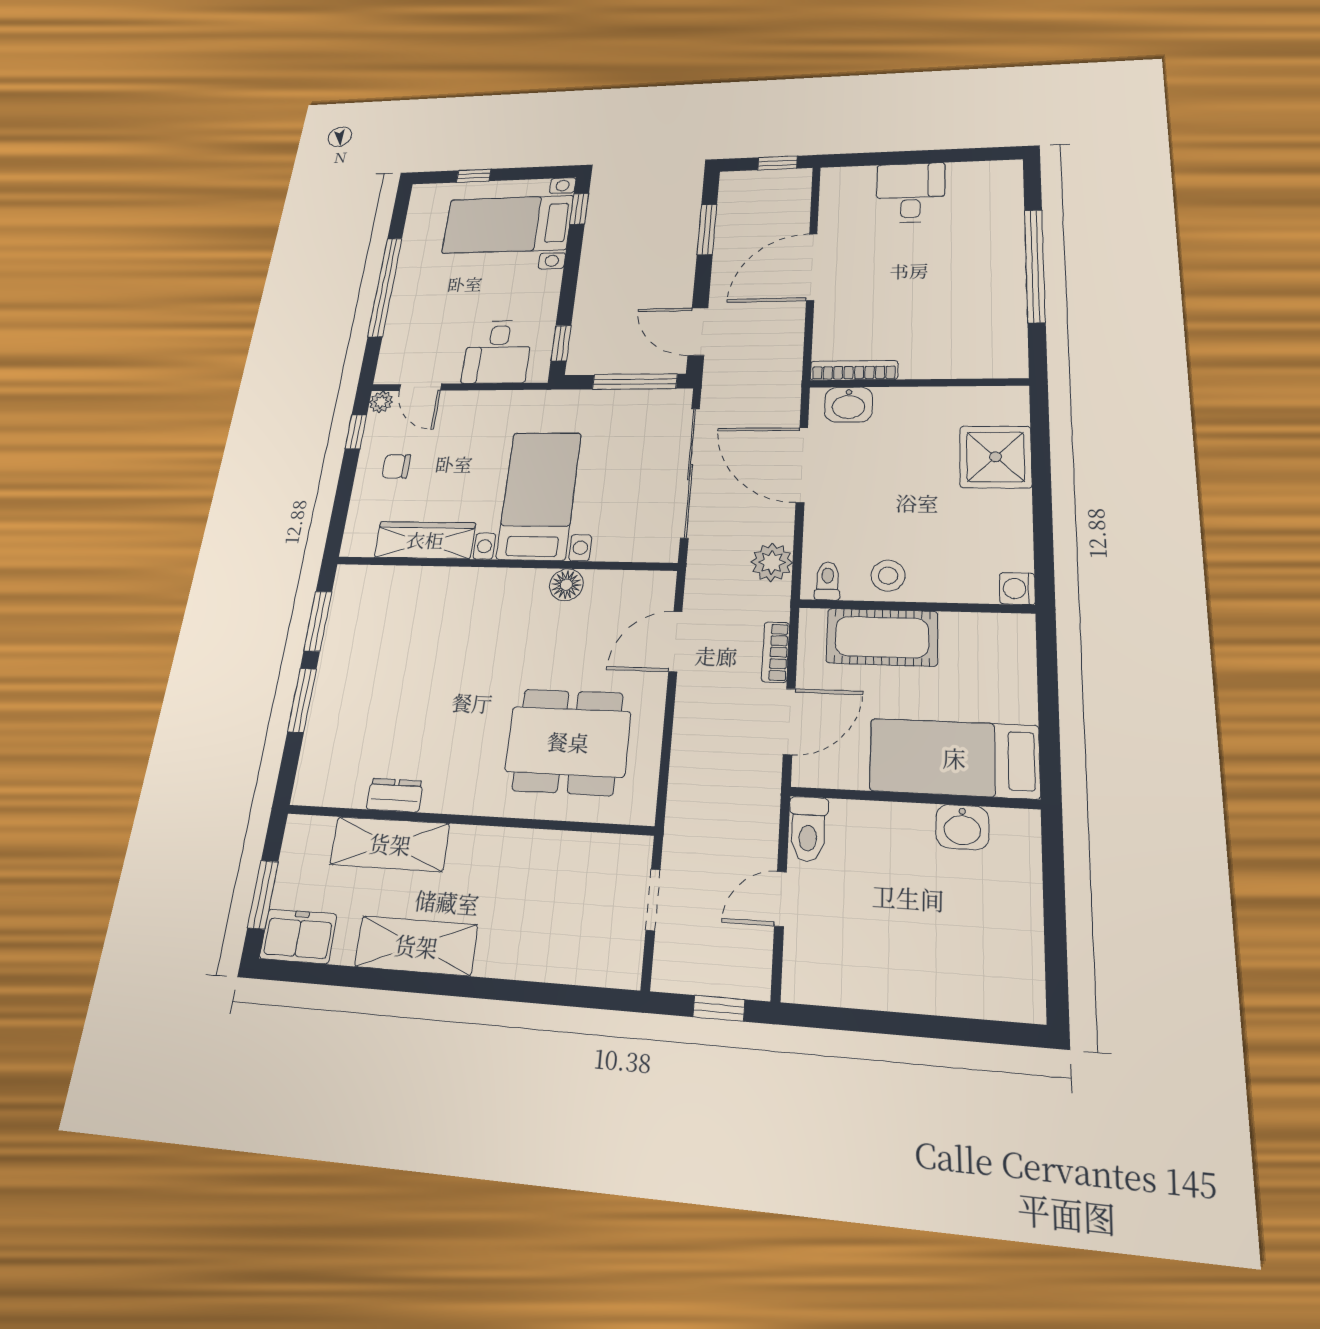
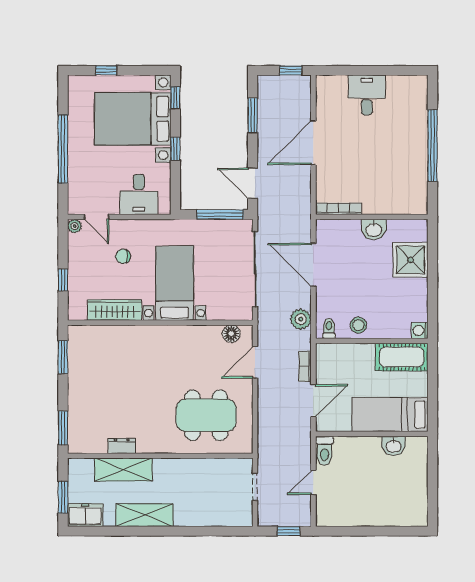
bed with nightstands: (508, 224) -> (133, 119), width x1.36
window: (561, 343) -> (175, 149), moved
washbasin: (849, 405) -> (374, 229), moved
window: (356, 432) -> (63, 280), moved
chair: (396, 466) -> (123, 256), moved
floor lamp: (566, 585) -> (231, 334), moved
cot: (882, 637) -> (402, 357), moved
window: (302, 700) -> (63, 428), moved

